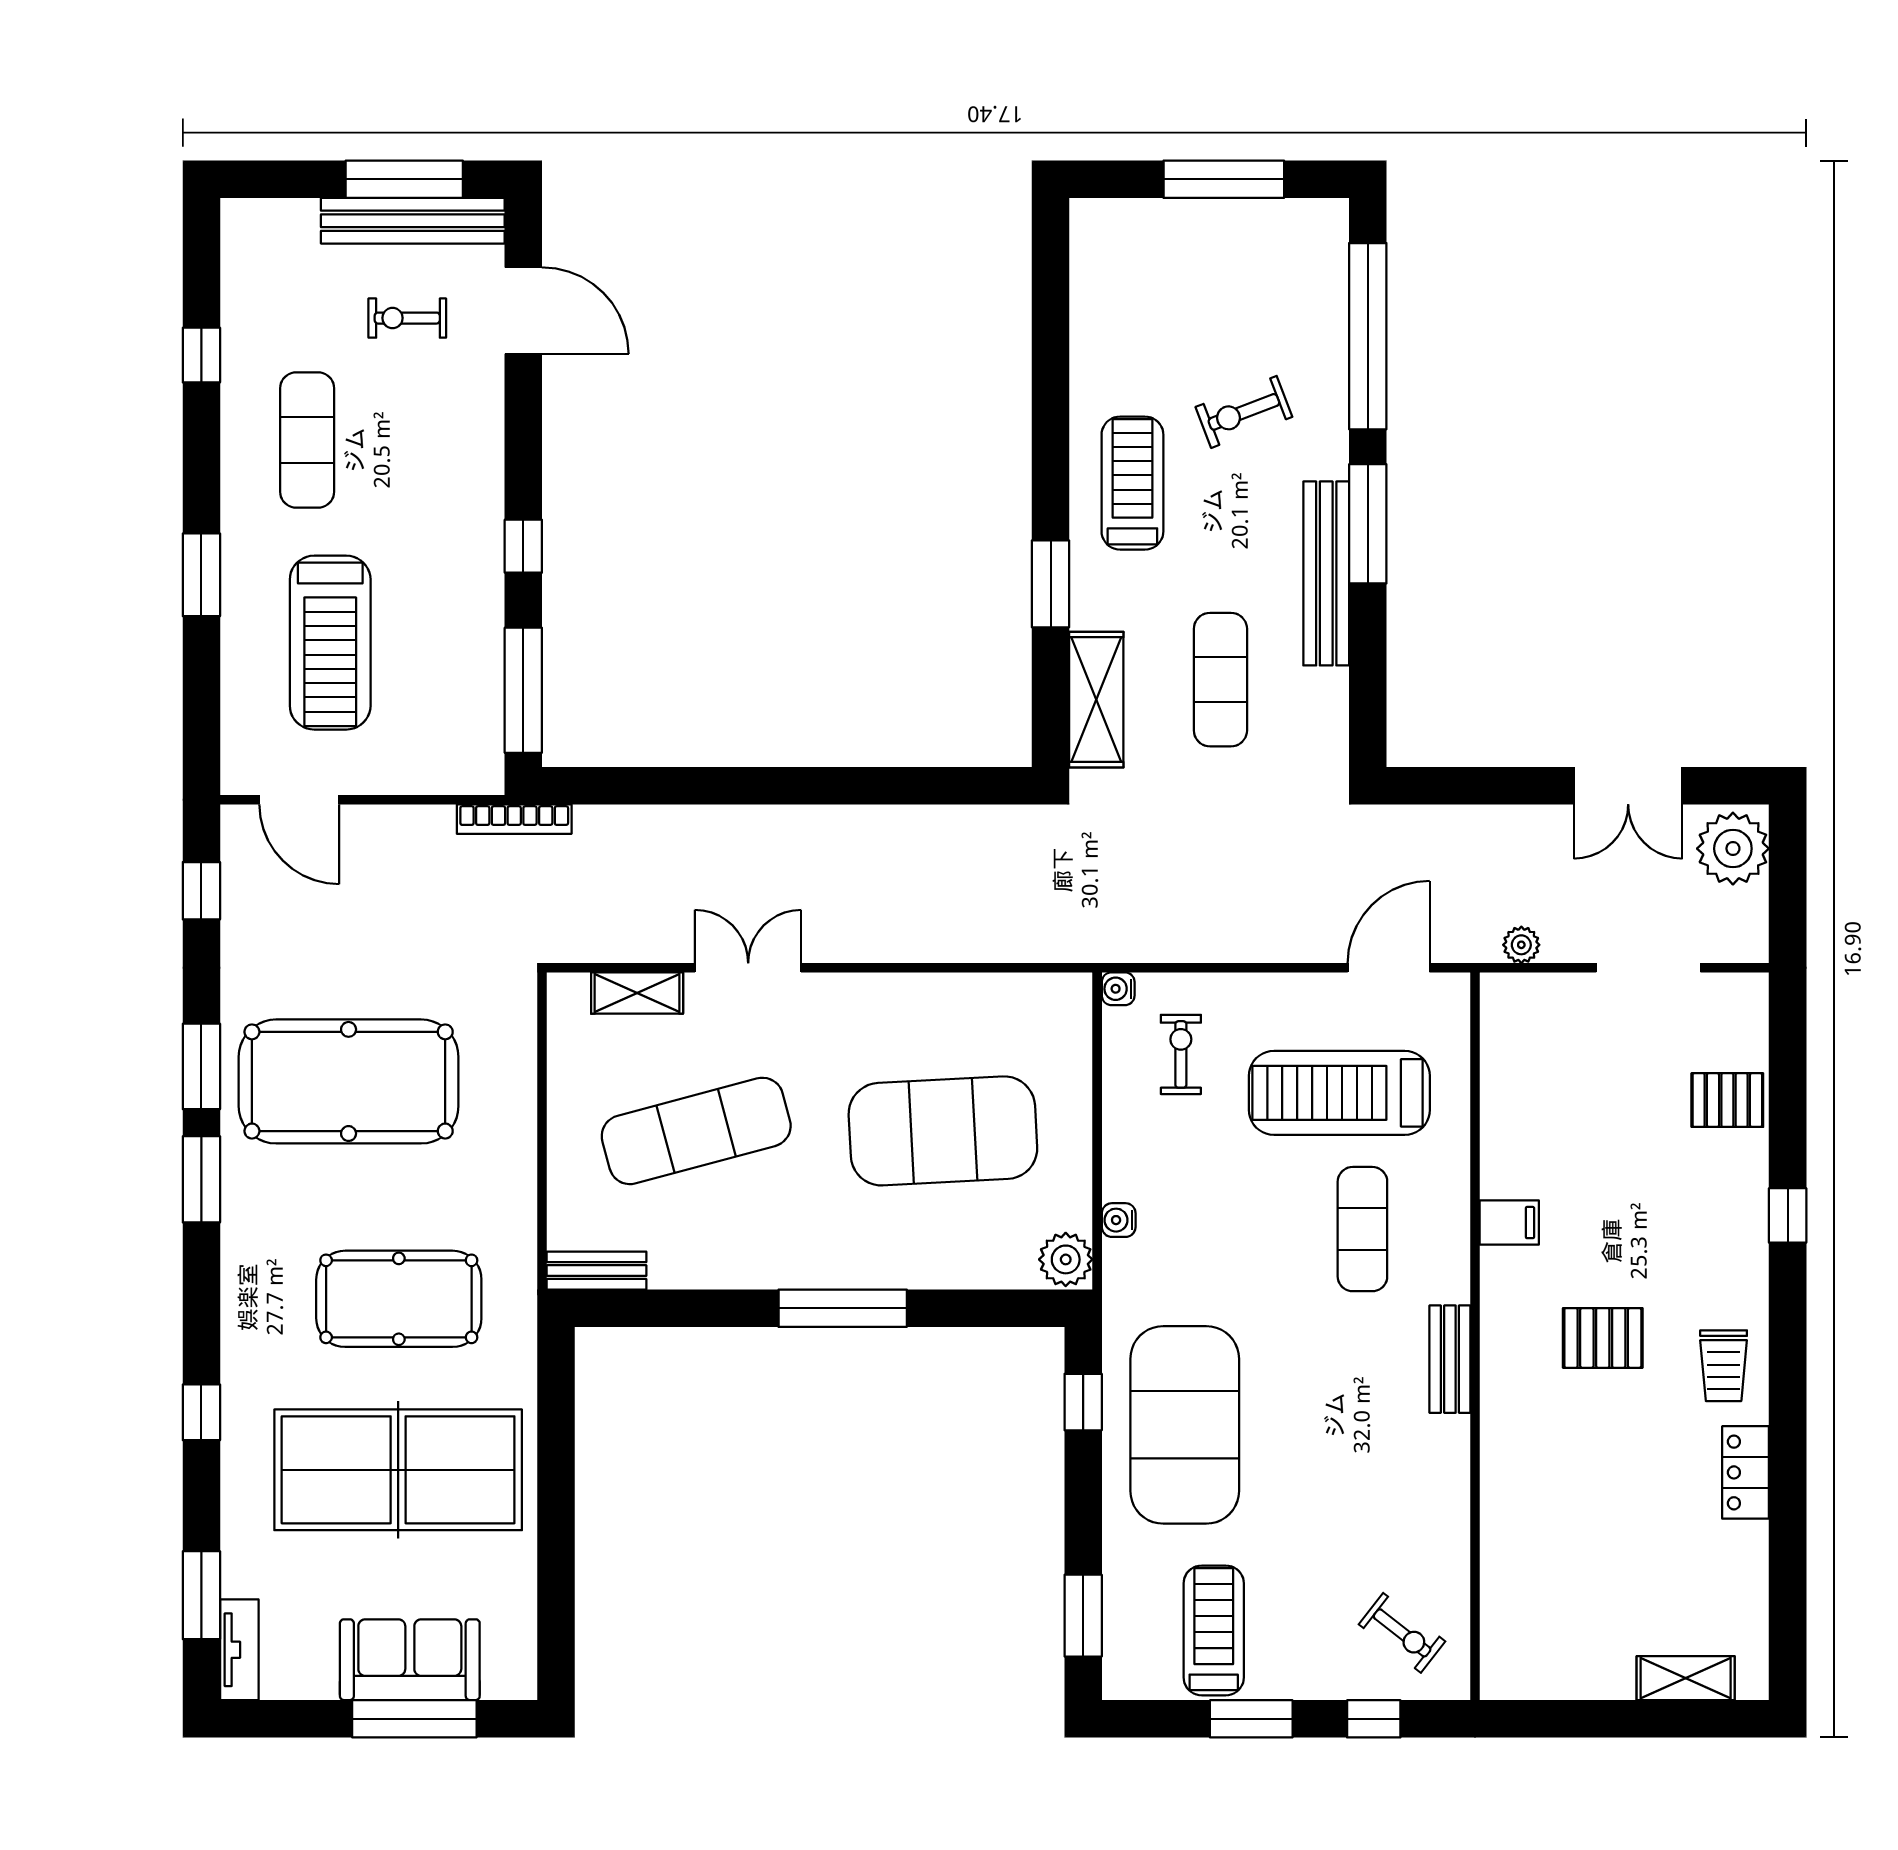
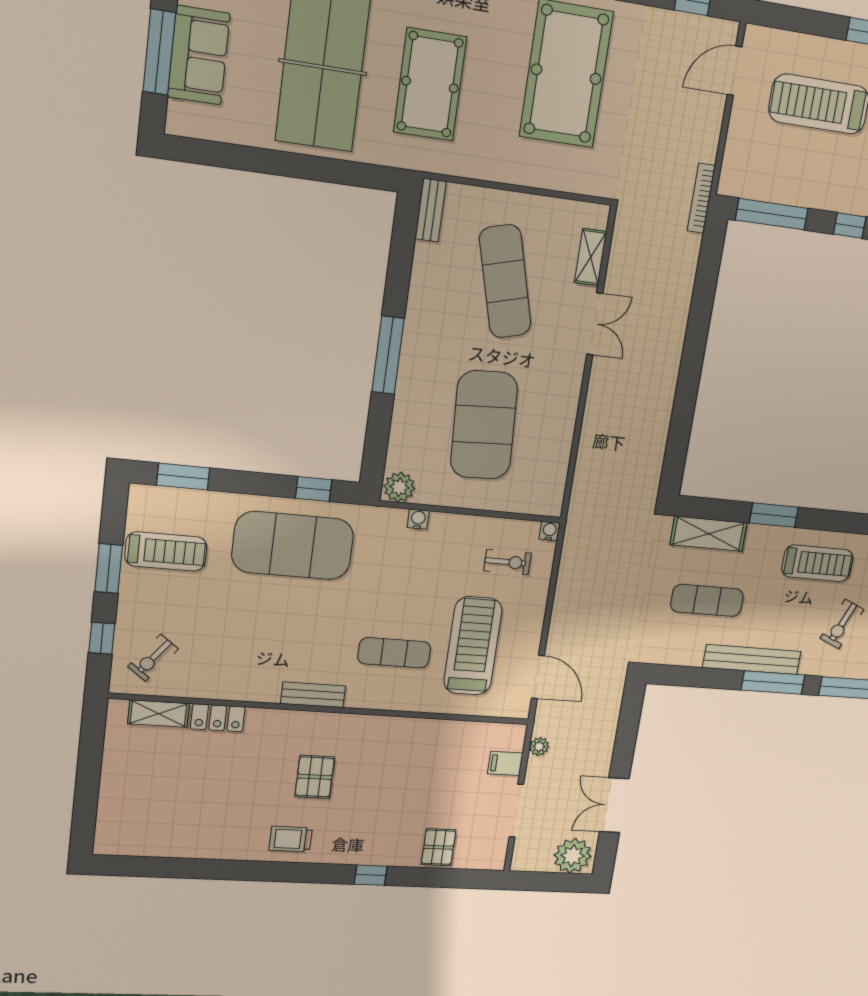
exercise bike: (1244, 412) -> (842, 624), turned -136
filing cabinet: (1509, 1223) -> (505, 763), moved, turned 90
locker: (1746, 1472) -> (218, 718), moved, turned 180
shelving: (1686, 1678) -> (159, 714), moved, turned 90

